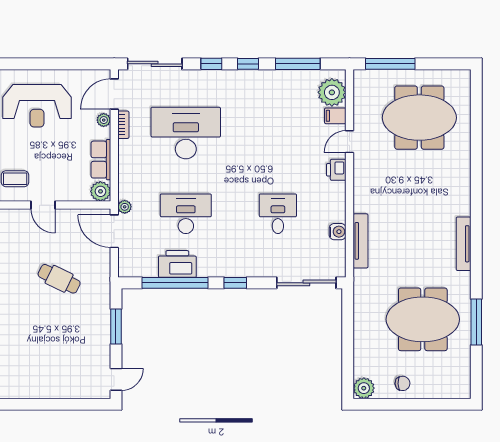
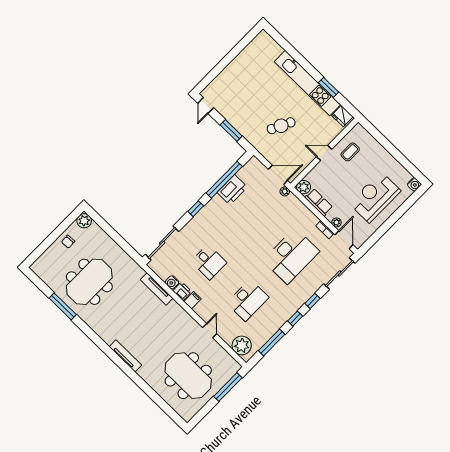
filing cabinet: (335, 116) -> (192, 300), moved
meeting table: (419, 118) -> (188, 376), turned 90
printer: (336, 170) -> (182, 291), moved
desk: (186, 214) -> (248, 300), moved
tv unit: (464, 244) -> (125, 356), moved

